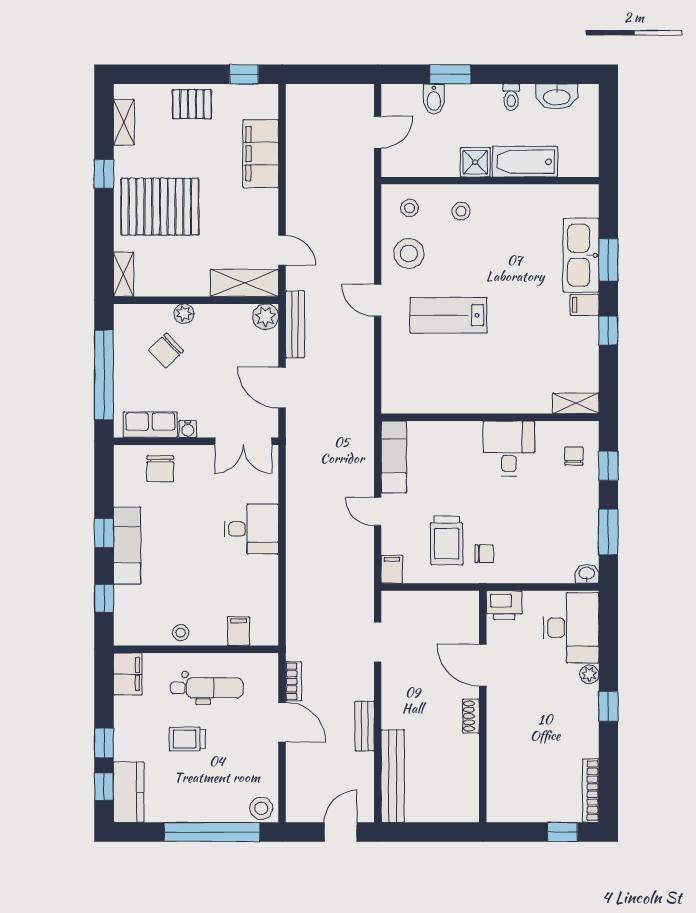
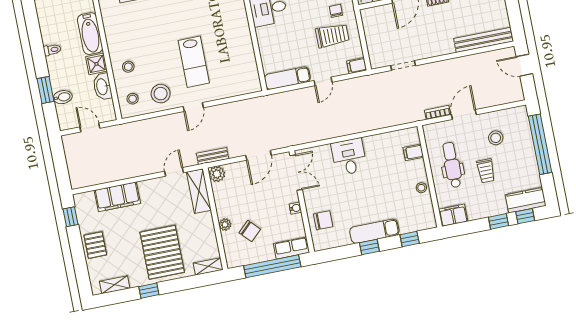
washbasin: (557, 96) -> (102, 87), moved, turned 180
bench: (295, 324) -> (213, 156), width x0.73
row of seats: (150, 425) -> (292, 248), moved, turned 90
bench: (365, 726) -> (456, 63), removed
stool: (261, 808) -> (496, 138), moved

